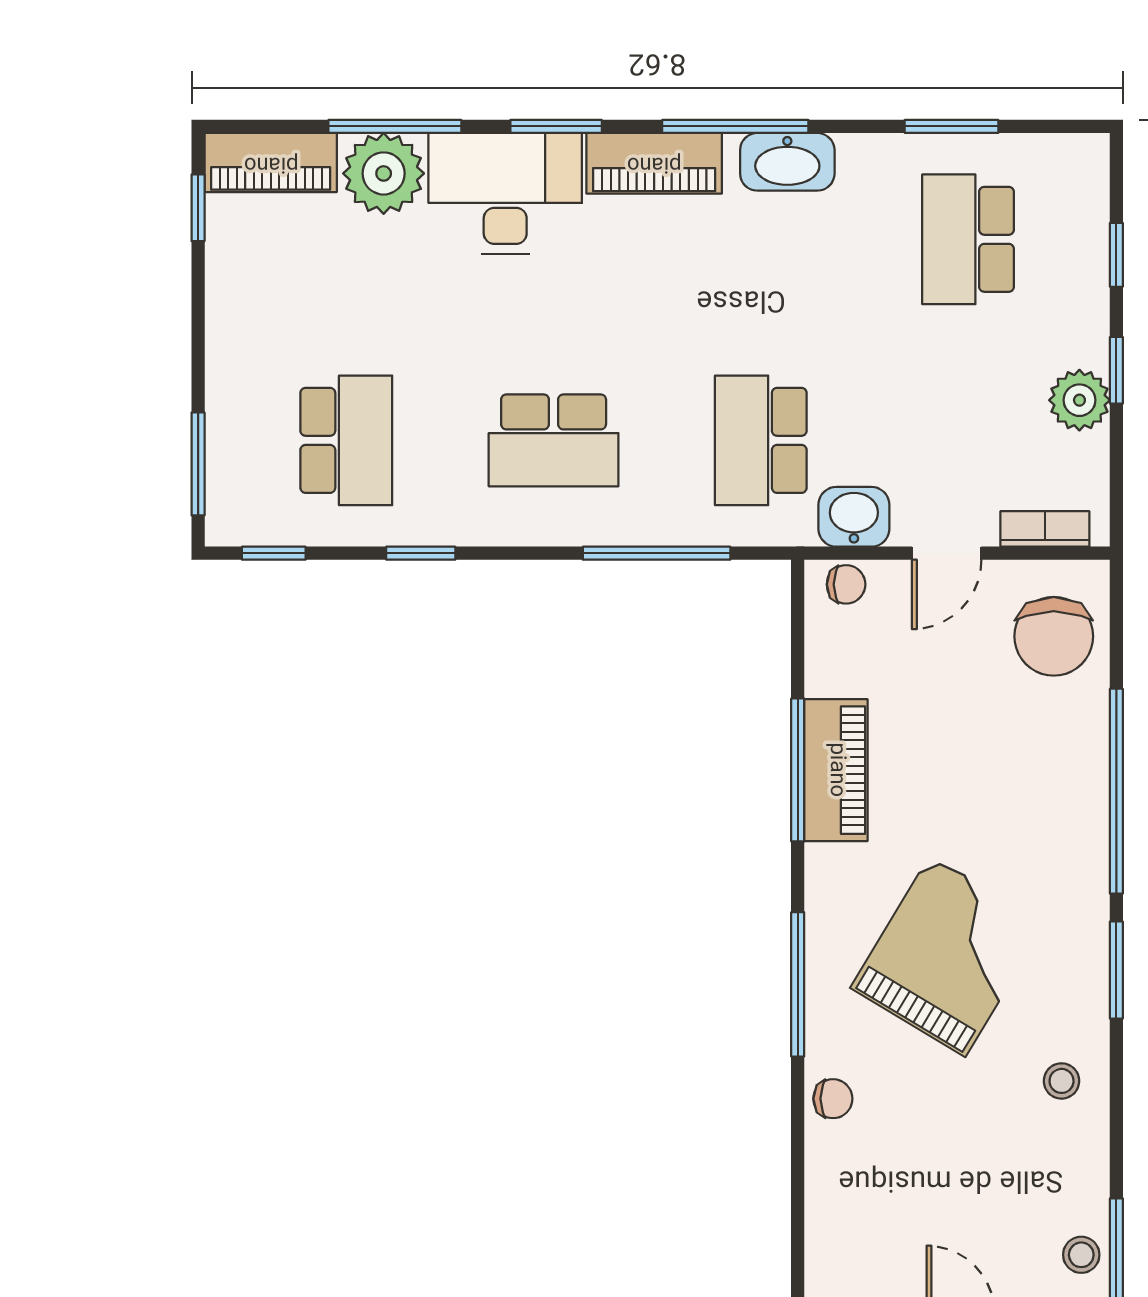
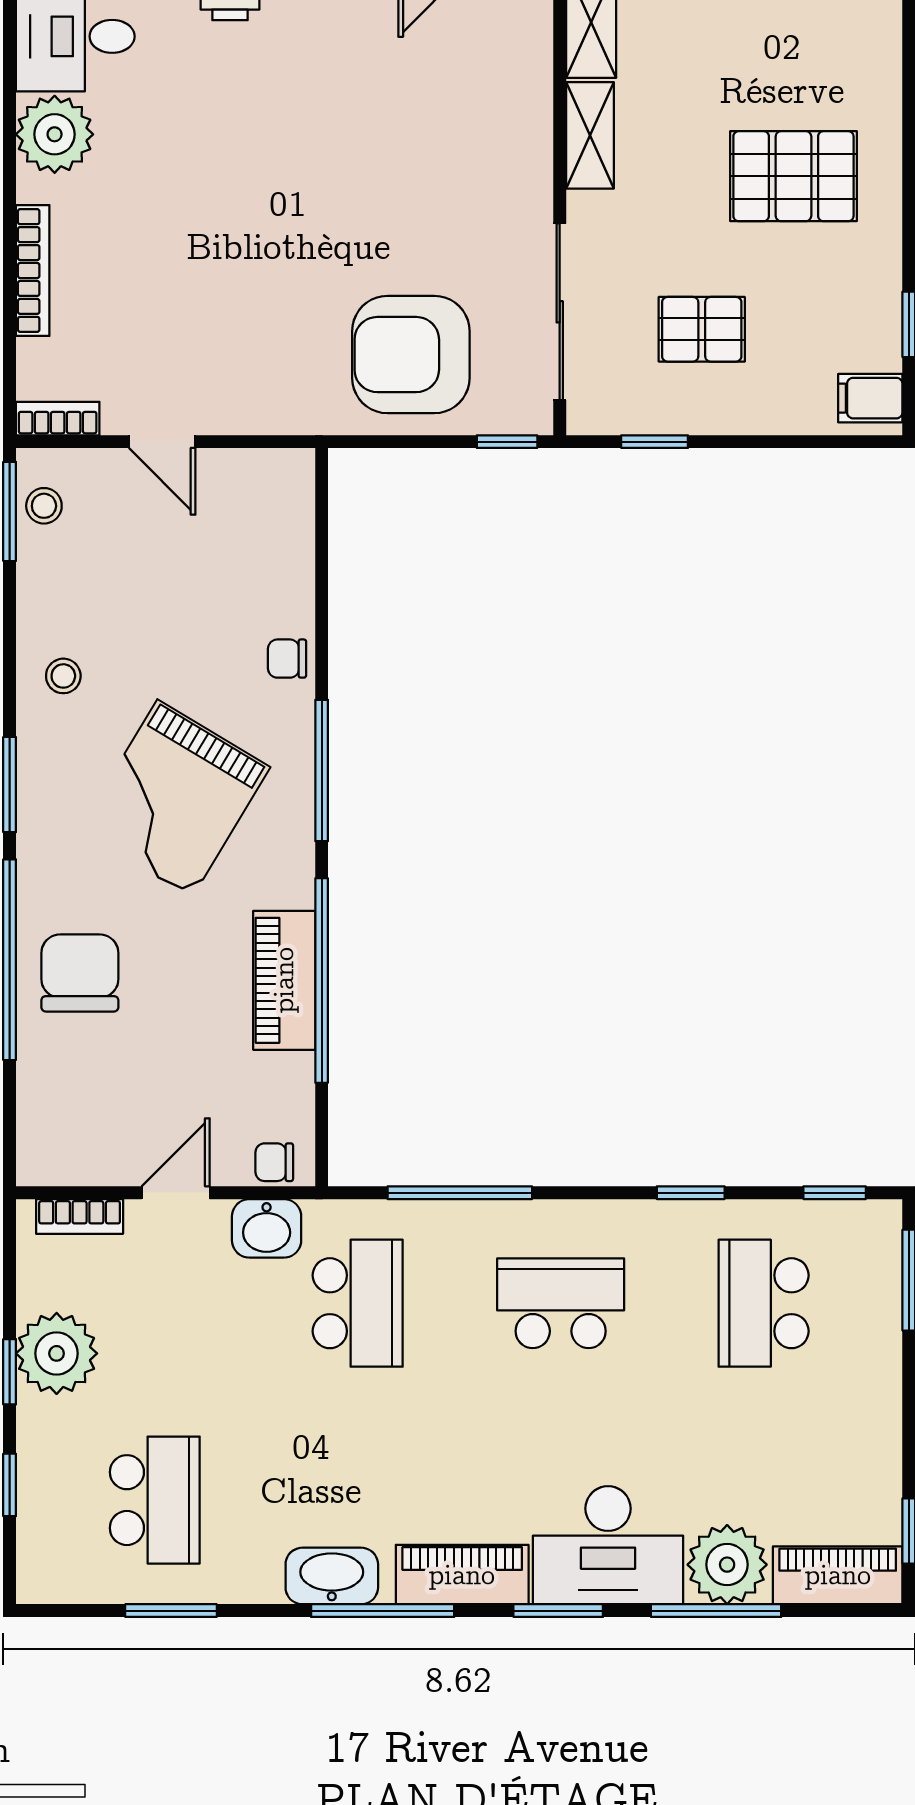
plant: (1079, 400) -> (57, 1353), width x1.36, depth x1.36
chair: (1054, 636) -> (80, 973), moved
window: (798, 770) -> (322, 981), width x1.46

